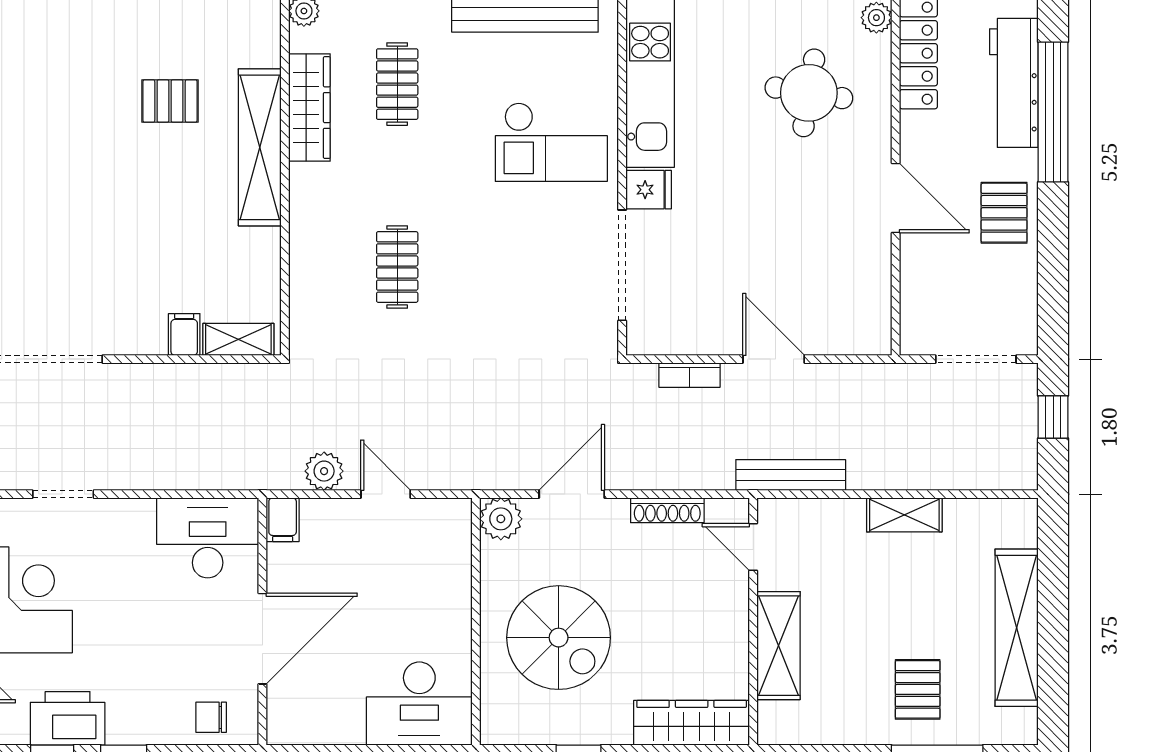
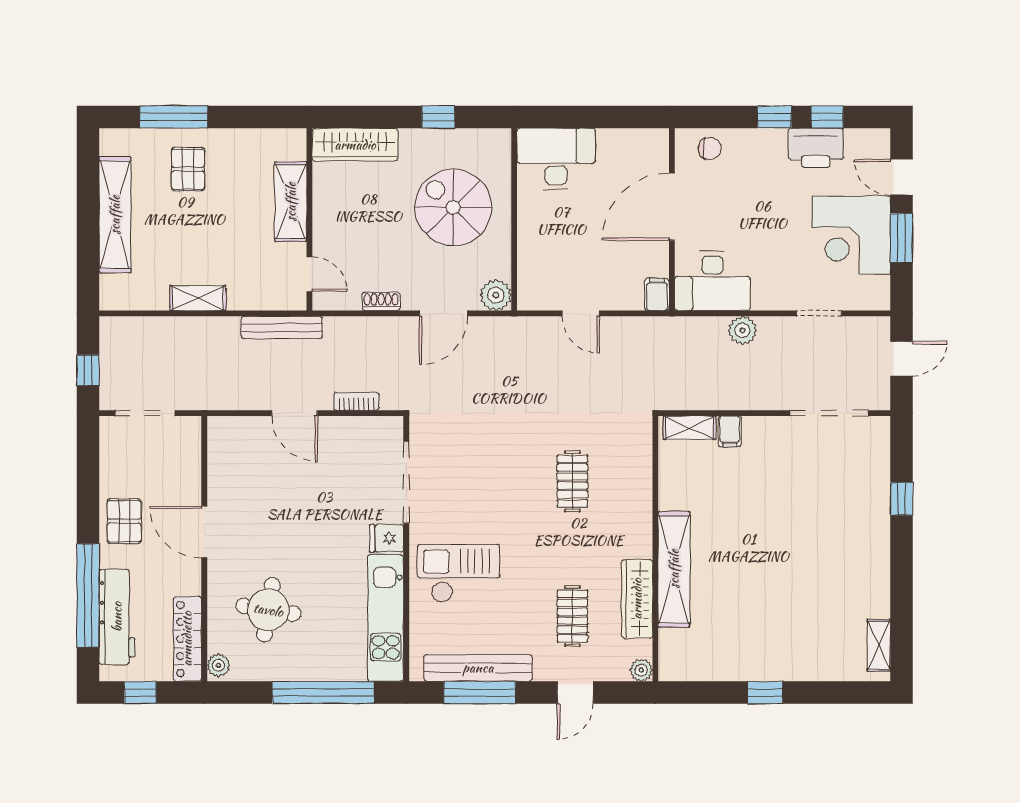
pallet: (170, 101) -> (740, 604), removed
plant: (324, 471) -> (742, 330), moved
shoe rack: (667, 510) -> (381, 301), width x0.70

